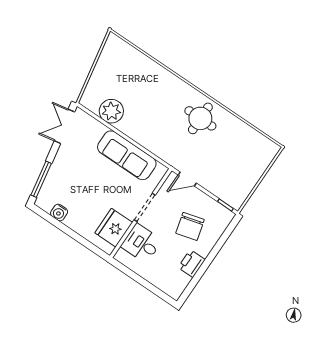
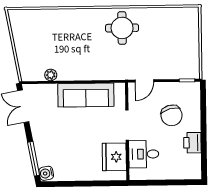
plant: (111, 111) -> (51, 75), width x0.53, depth x0.53
water cooler: (59, 213) -> (46, 173), moved, turned 80

